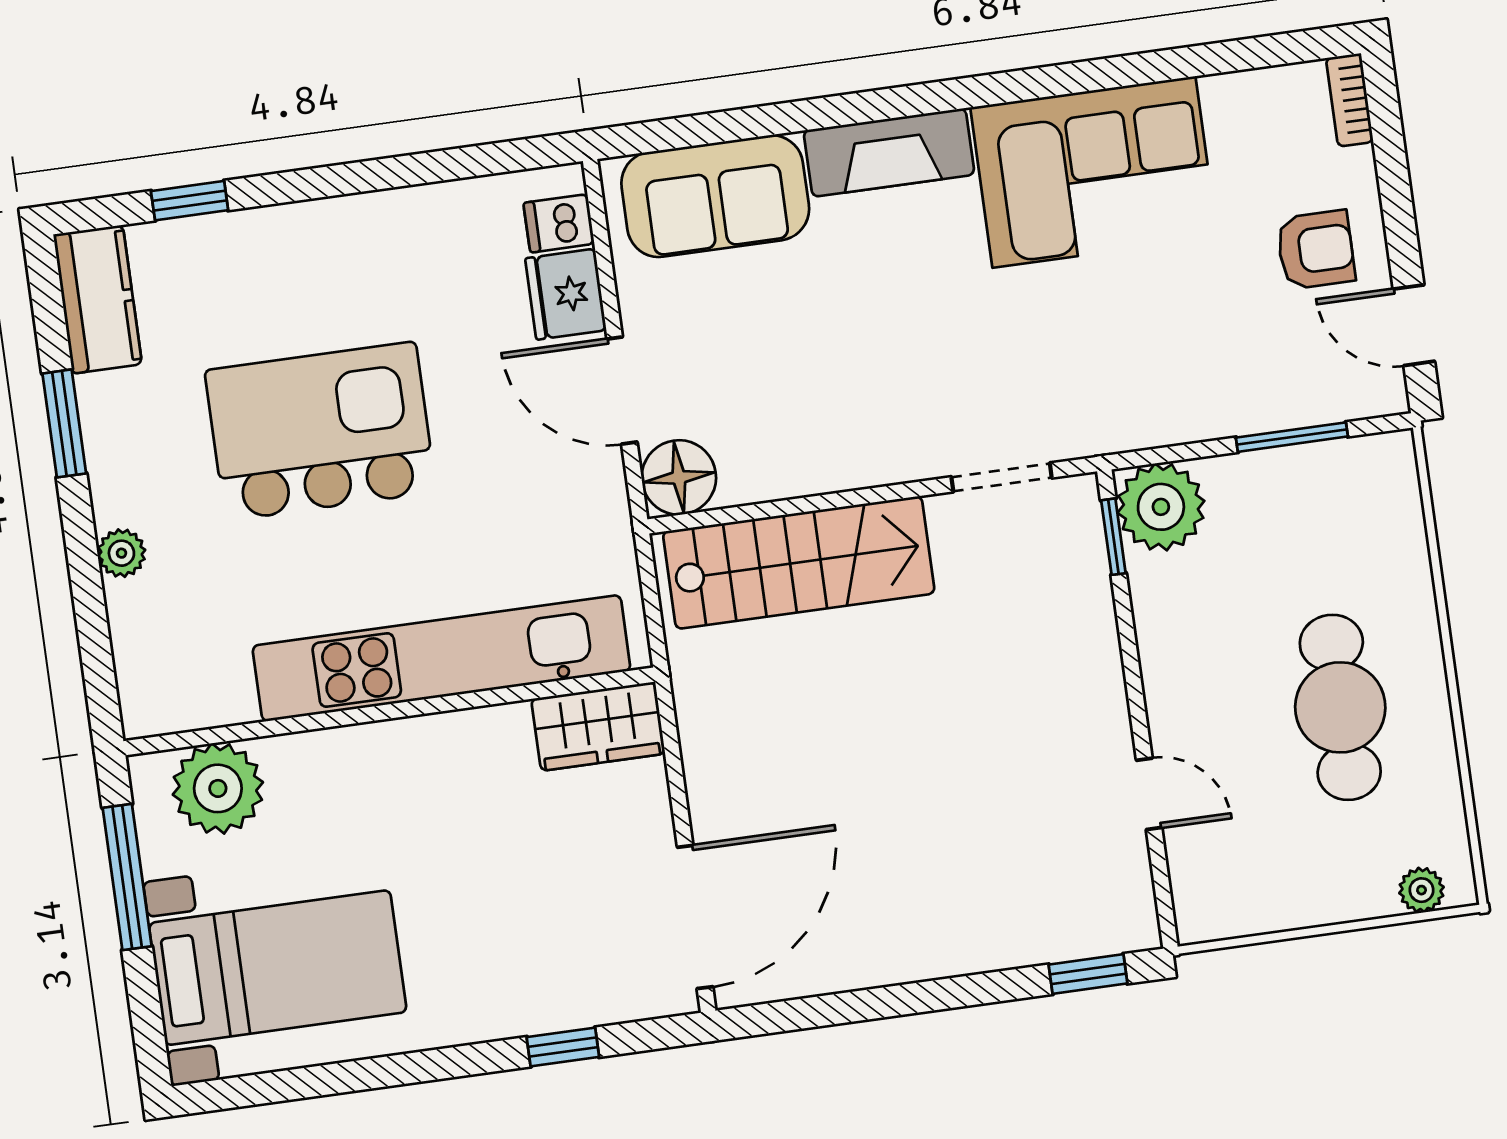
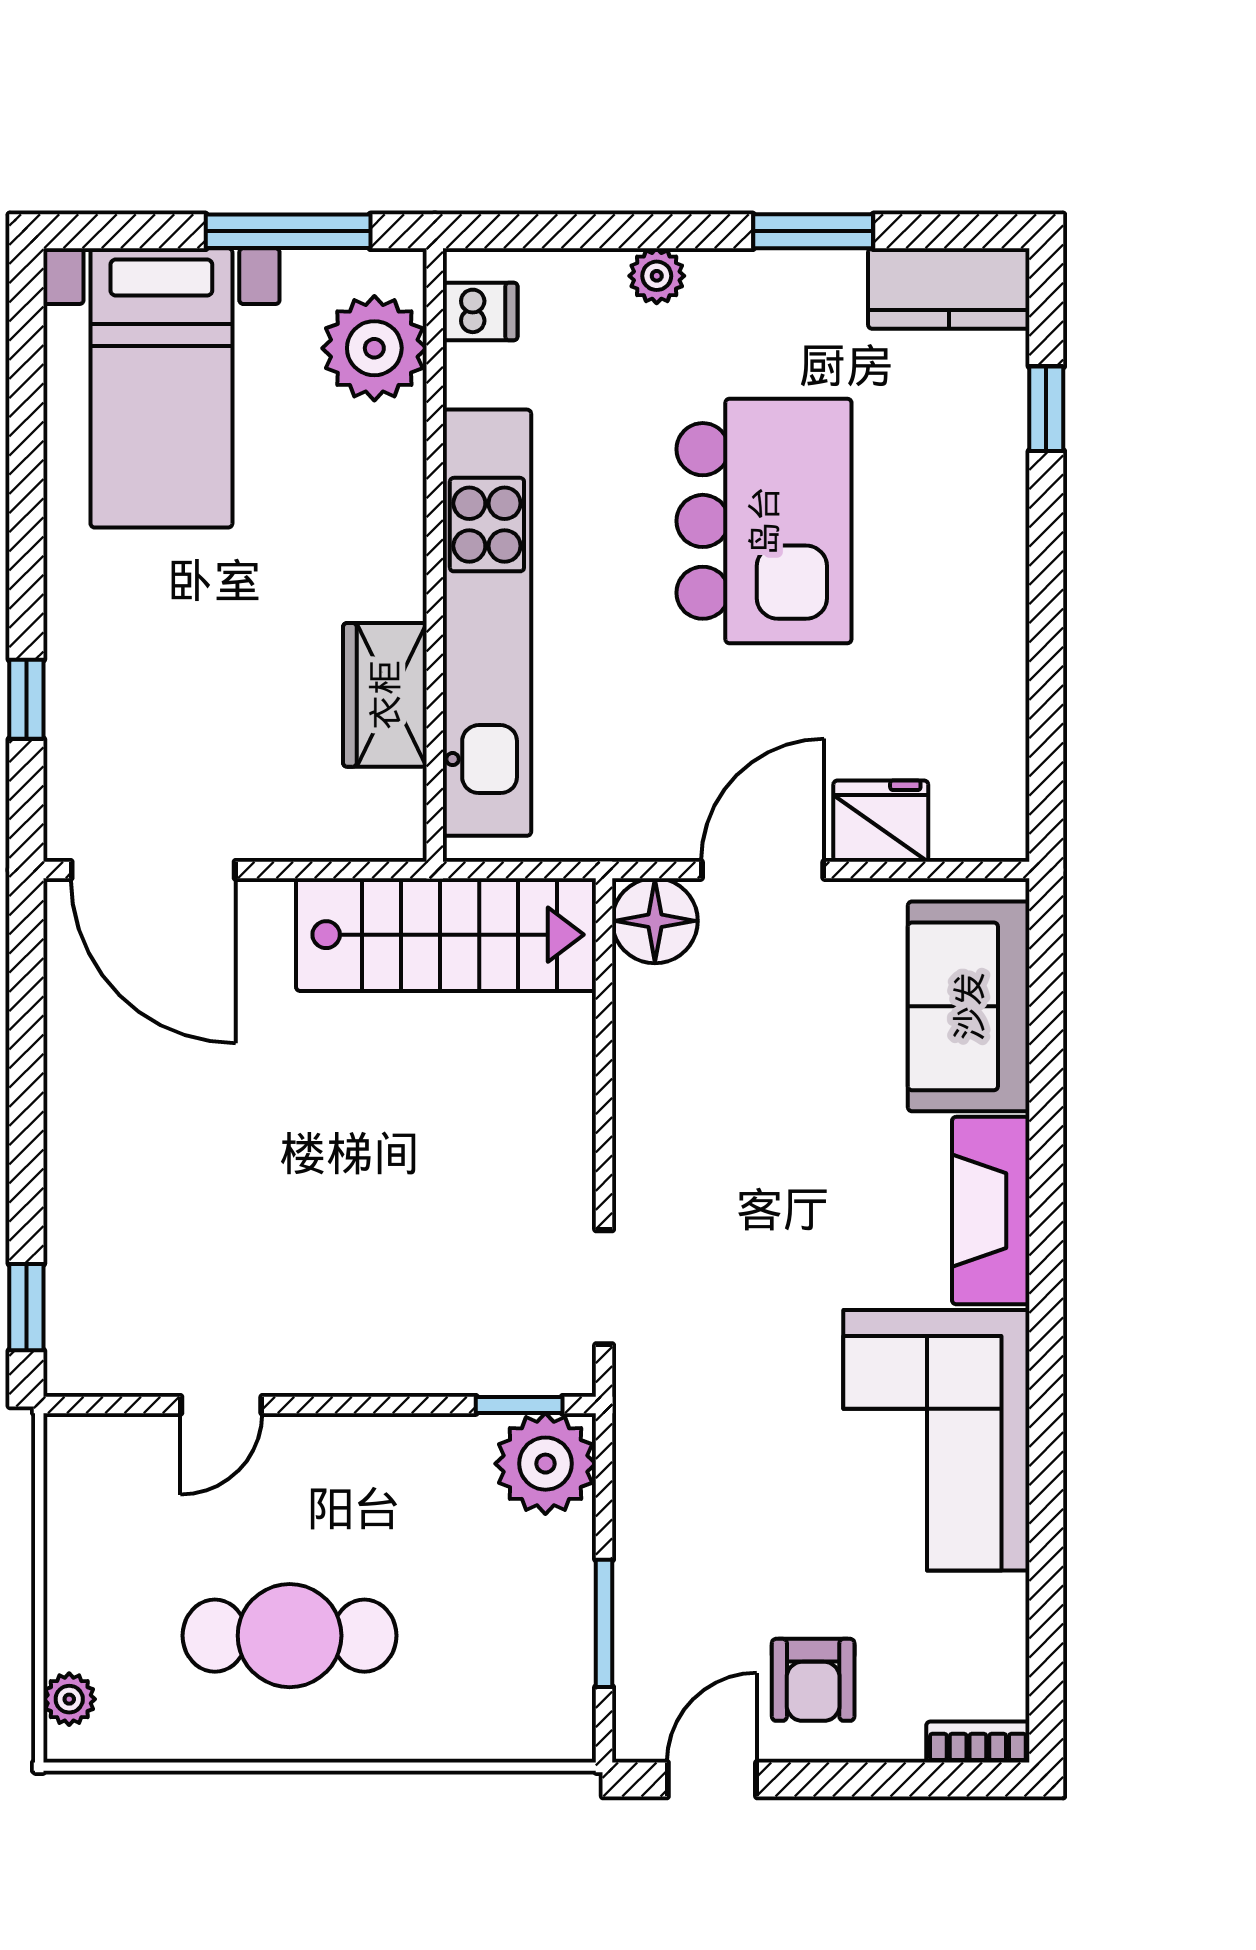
dishwasher: (559, 223) -> (480, 311), moved, turned 90
stairs: (799, 562) -> (446, 935), moved, turned -90
wardrobe: (598, 726) -> (385, 695), moved

